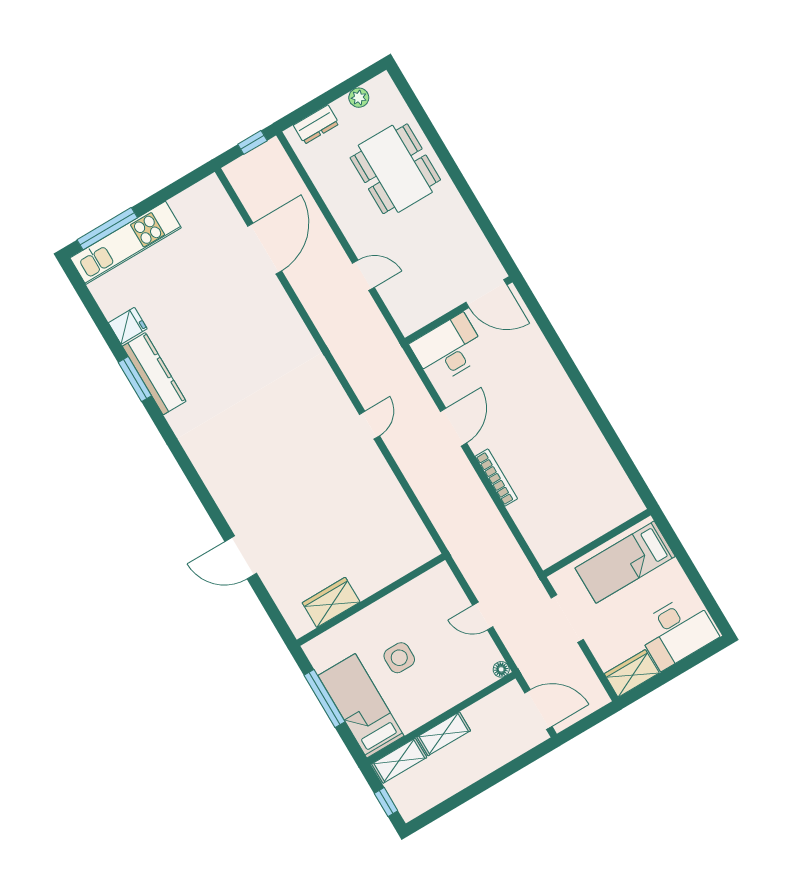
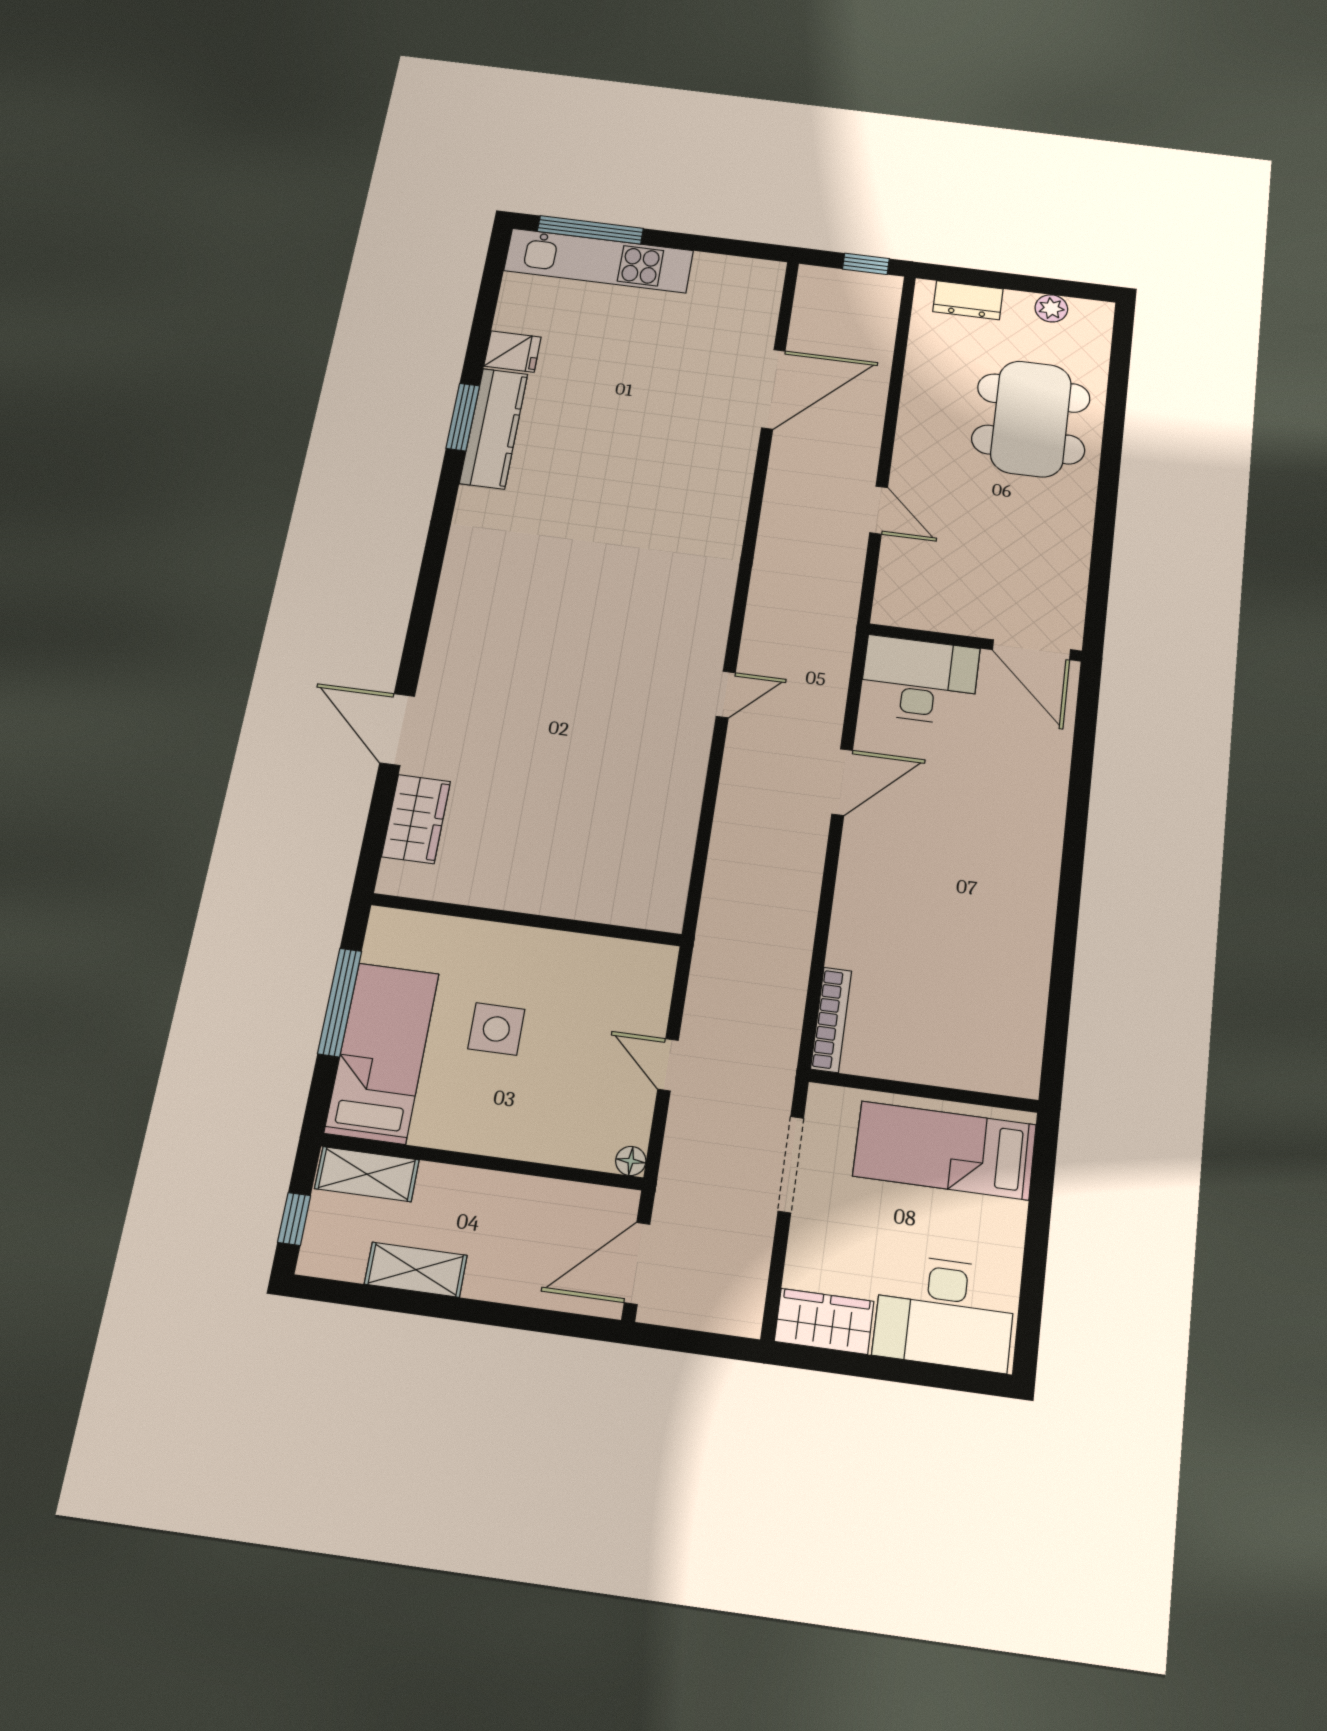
bookcase: (496, 478) -> (831, 1020), moved
wardrobe: (331, 602) -> (416, 819), moved, turned 90
door: (538, 710) -> (637, 1263), swing flipped
shelving: (444, 734) -> (416, 1270), moved

